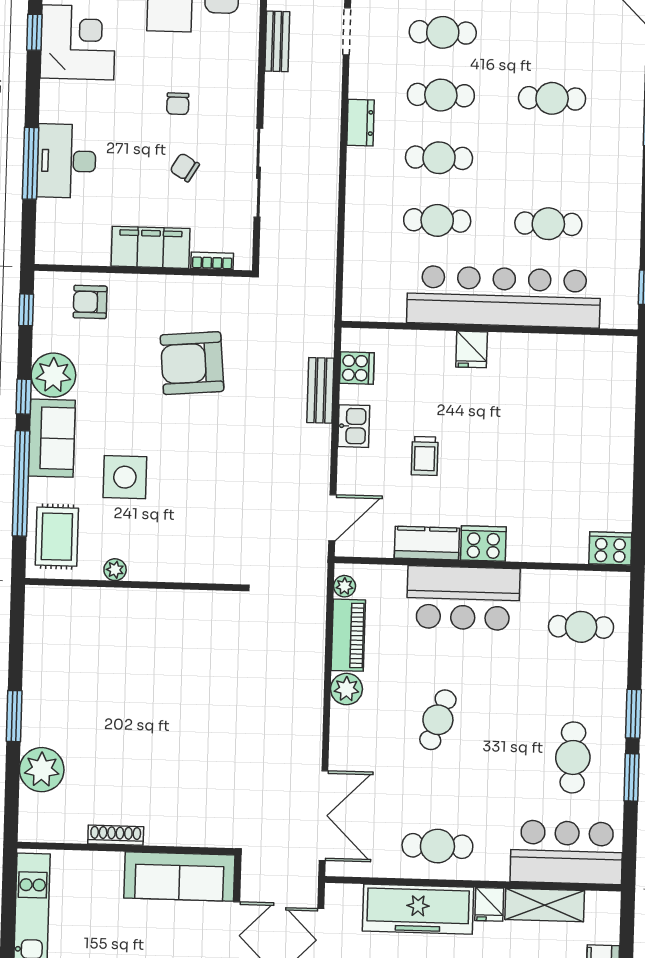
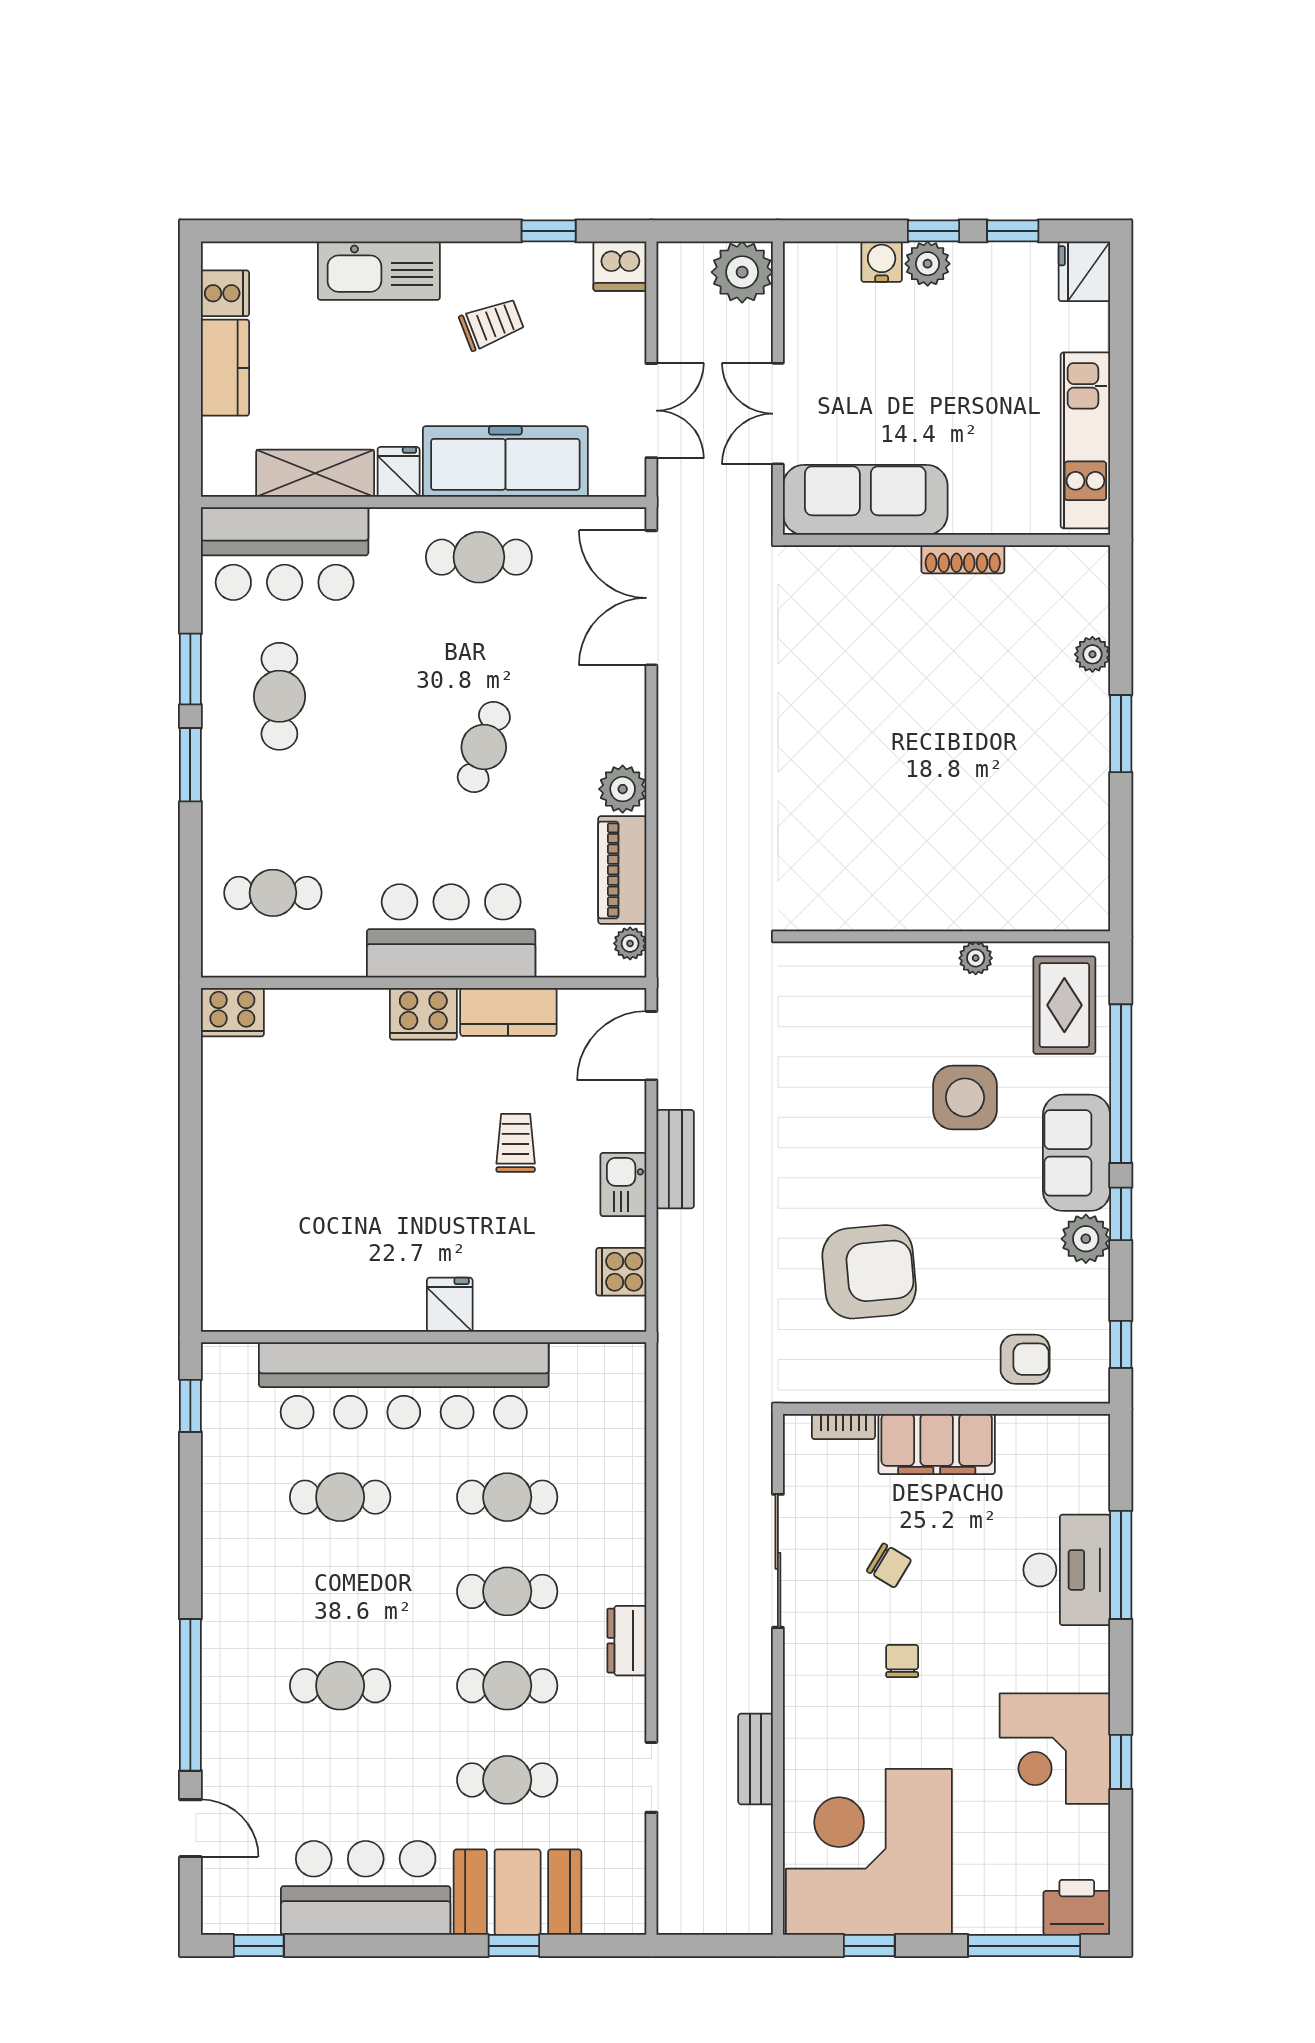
plant: (53, 375) -> (1086, 1239), width x0.73, depth x0.73
bench: (320, 390) -> (675, 1159), moved
plant: (42, 770) -> (1092, 654), width x0.53, depth x0.53

